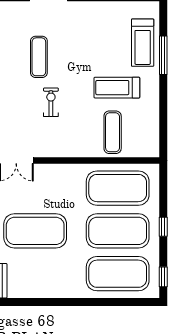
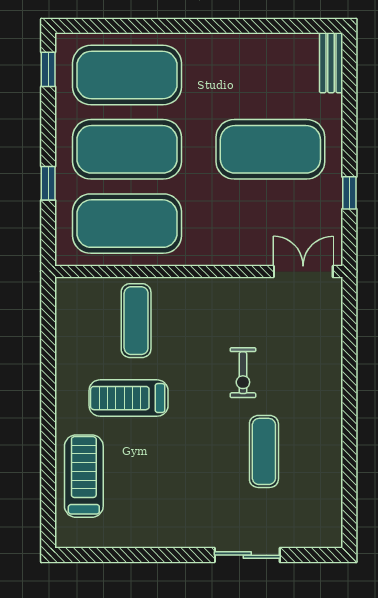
window: (163, 55) -> (48, 454), removed
treadmill: (117, 88) -> (129, 398), turned 180
window: (163, 227) -> (48, 183), moved

